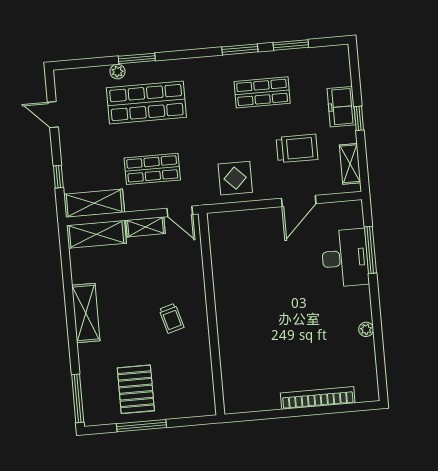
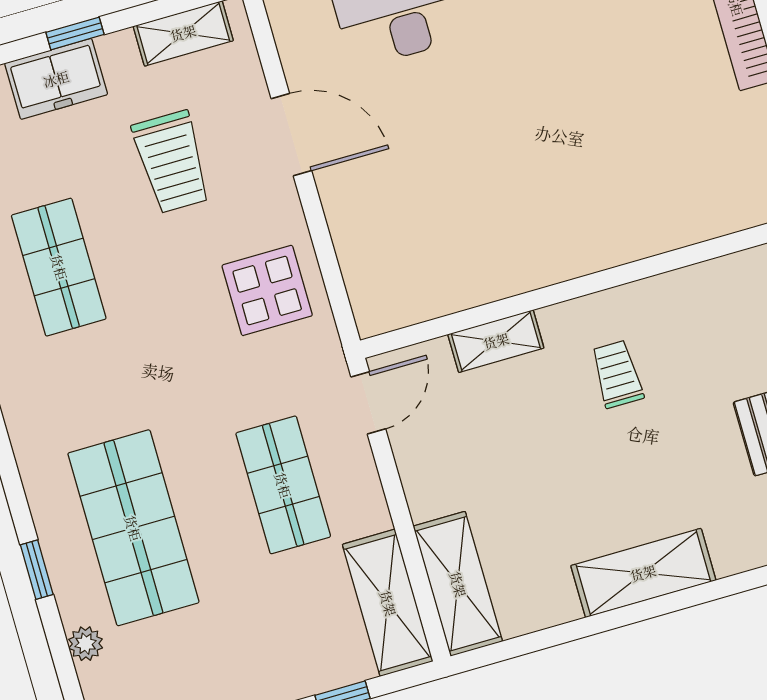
window: (137, 58) -> (37, 570), width x0.67
plant: (118, 72) -> (86, 644), moved
trolley: (297, 148) -> (172, 162), turned 180
shelving: (146, 227) -> (496, 341), moved, turned 90
trolley: (171, 318) -> (617, 374), turned -74

